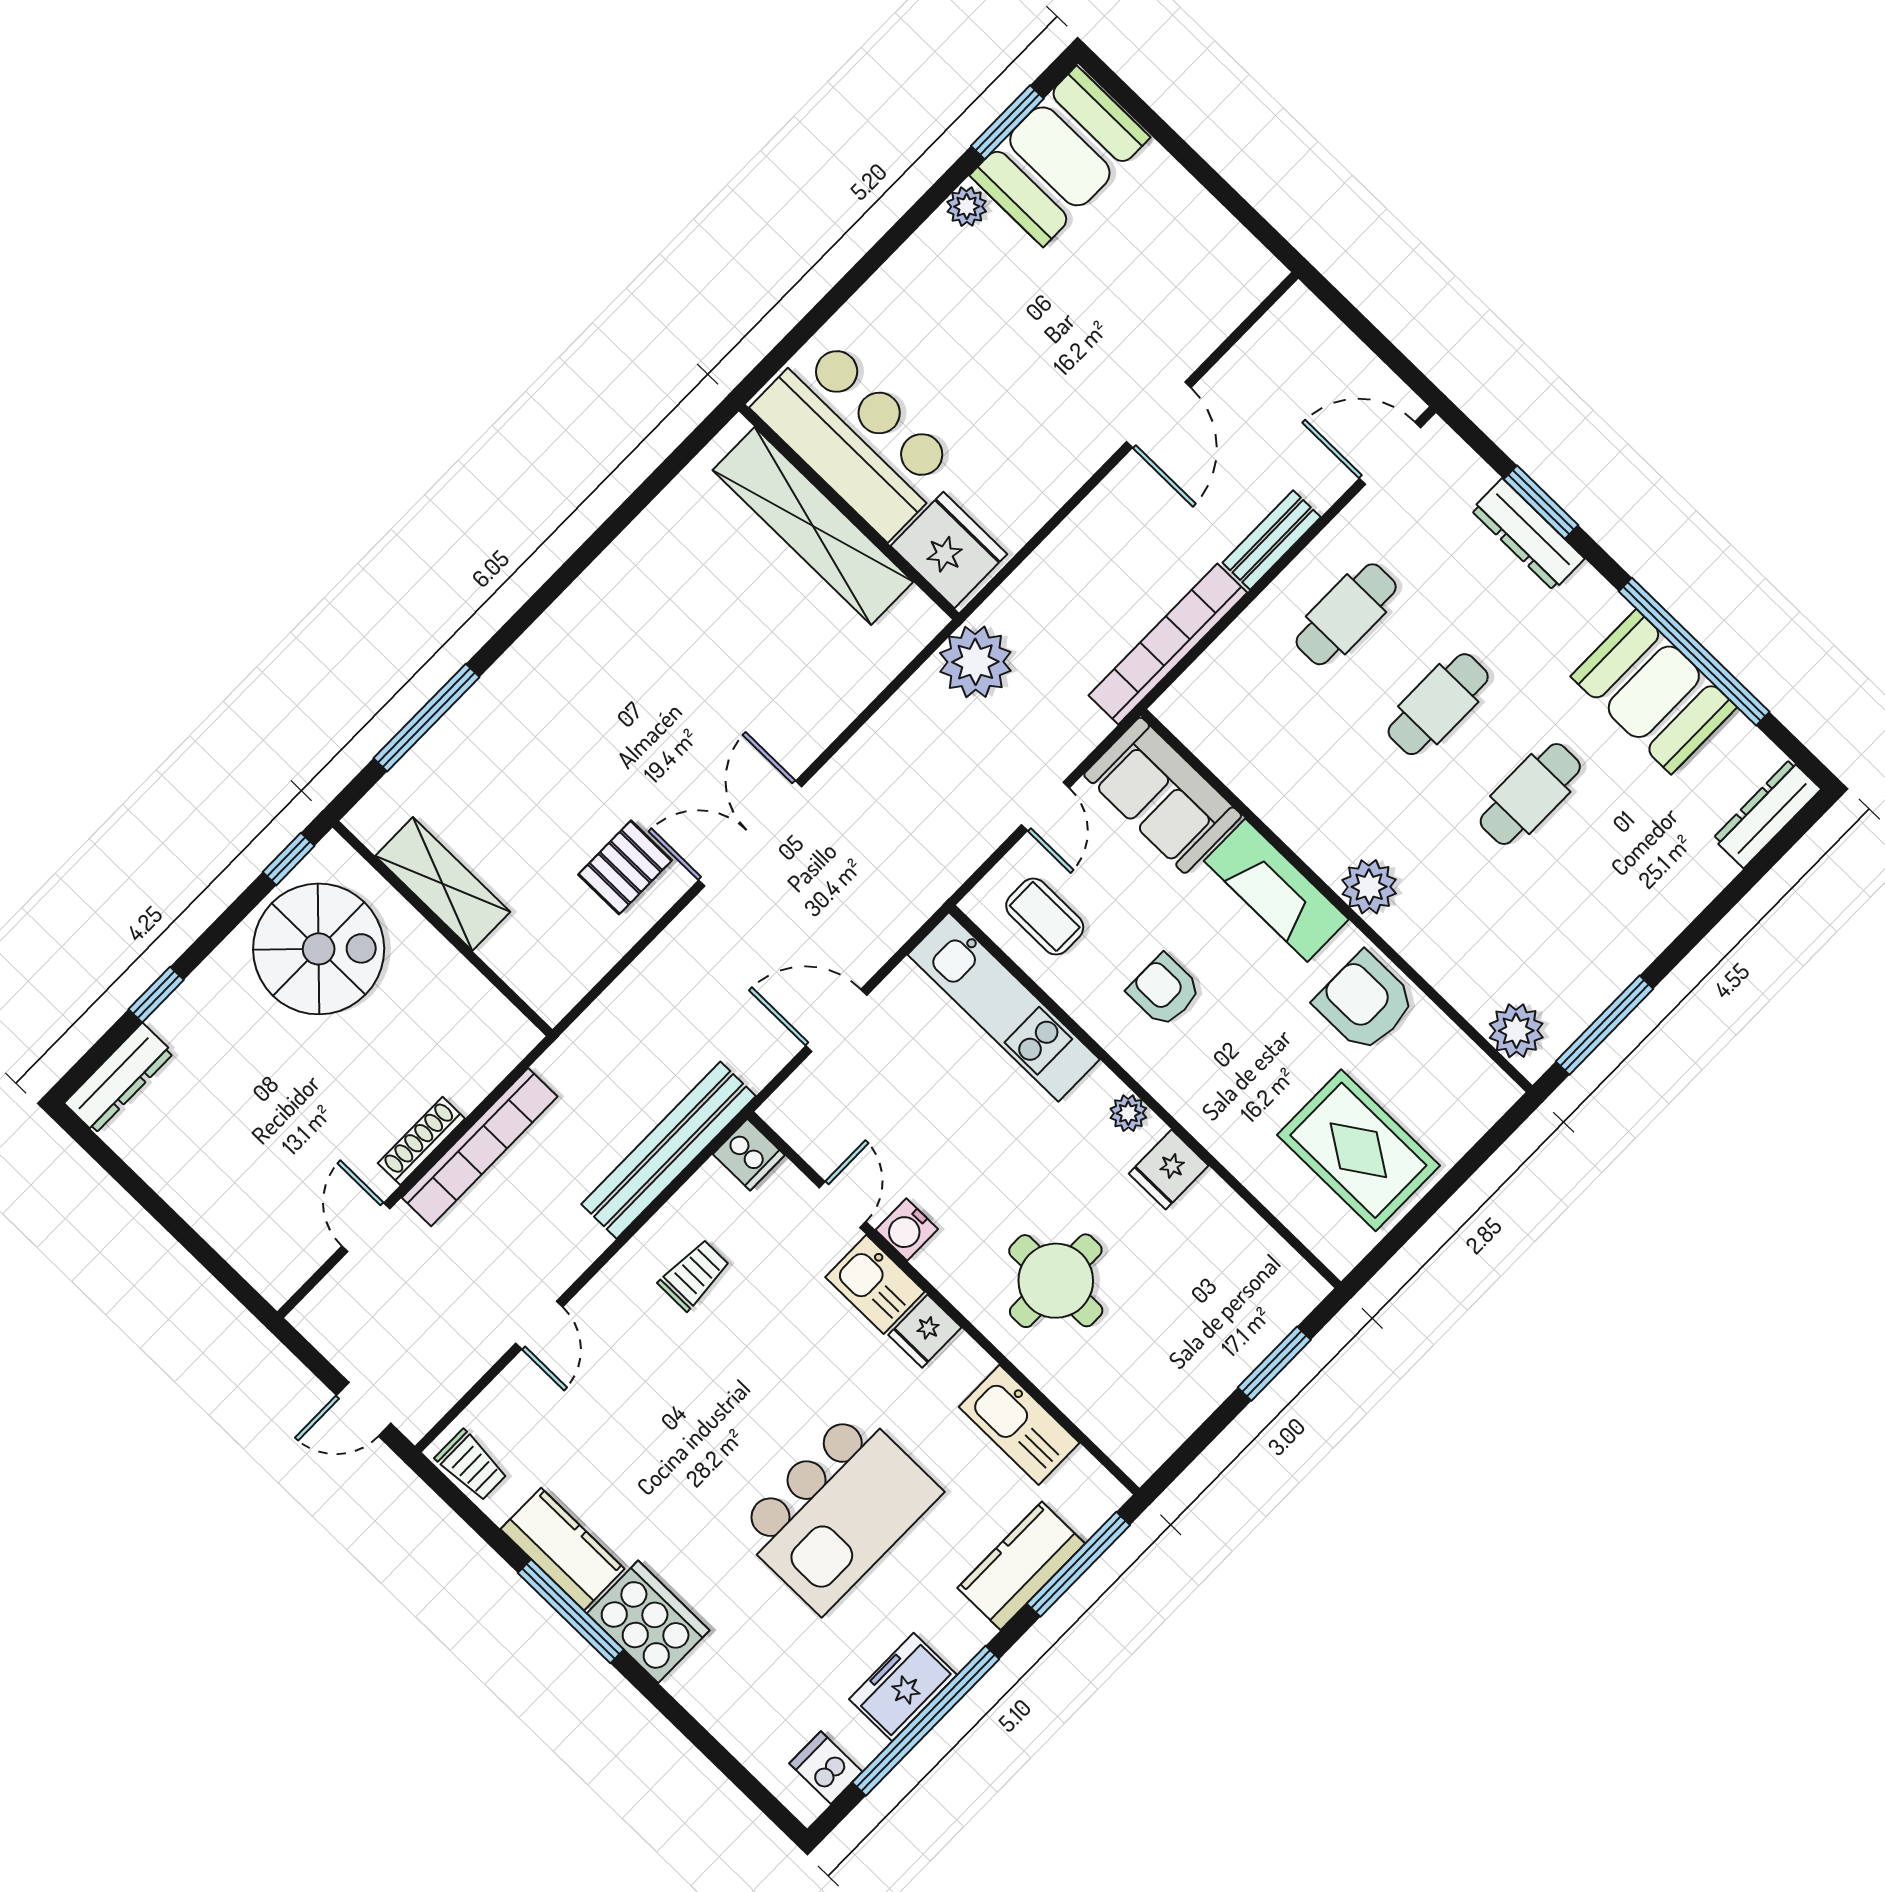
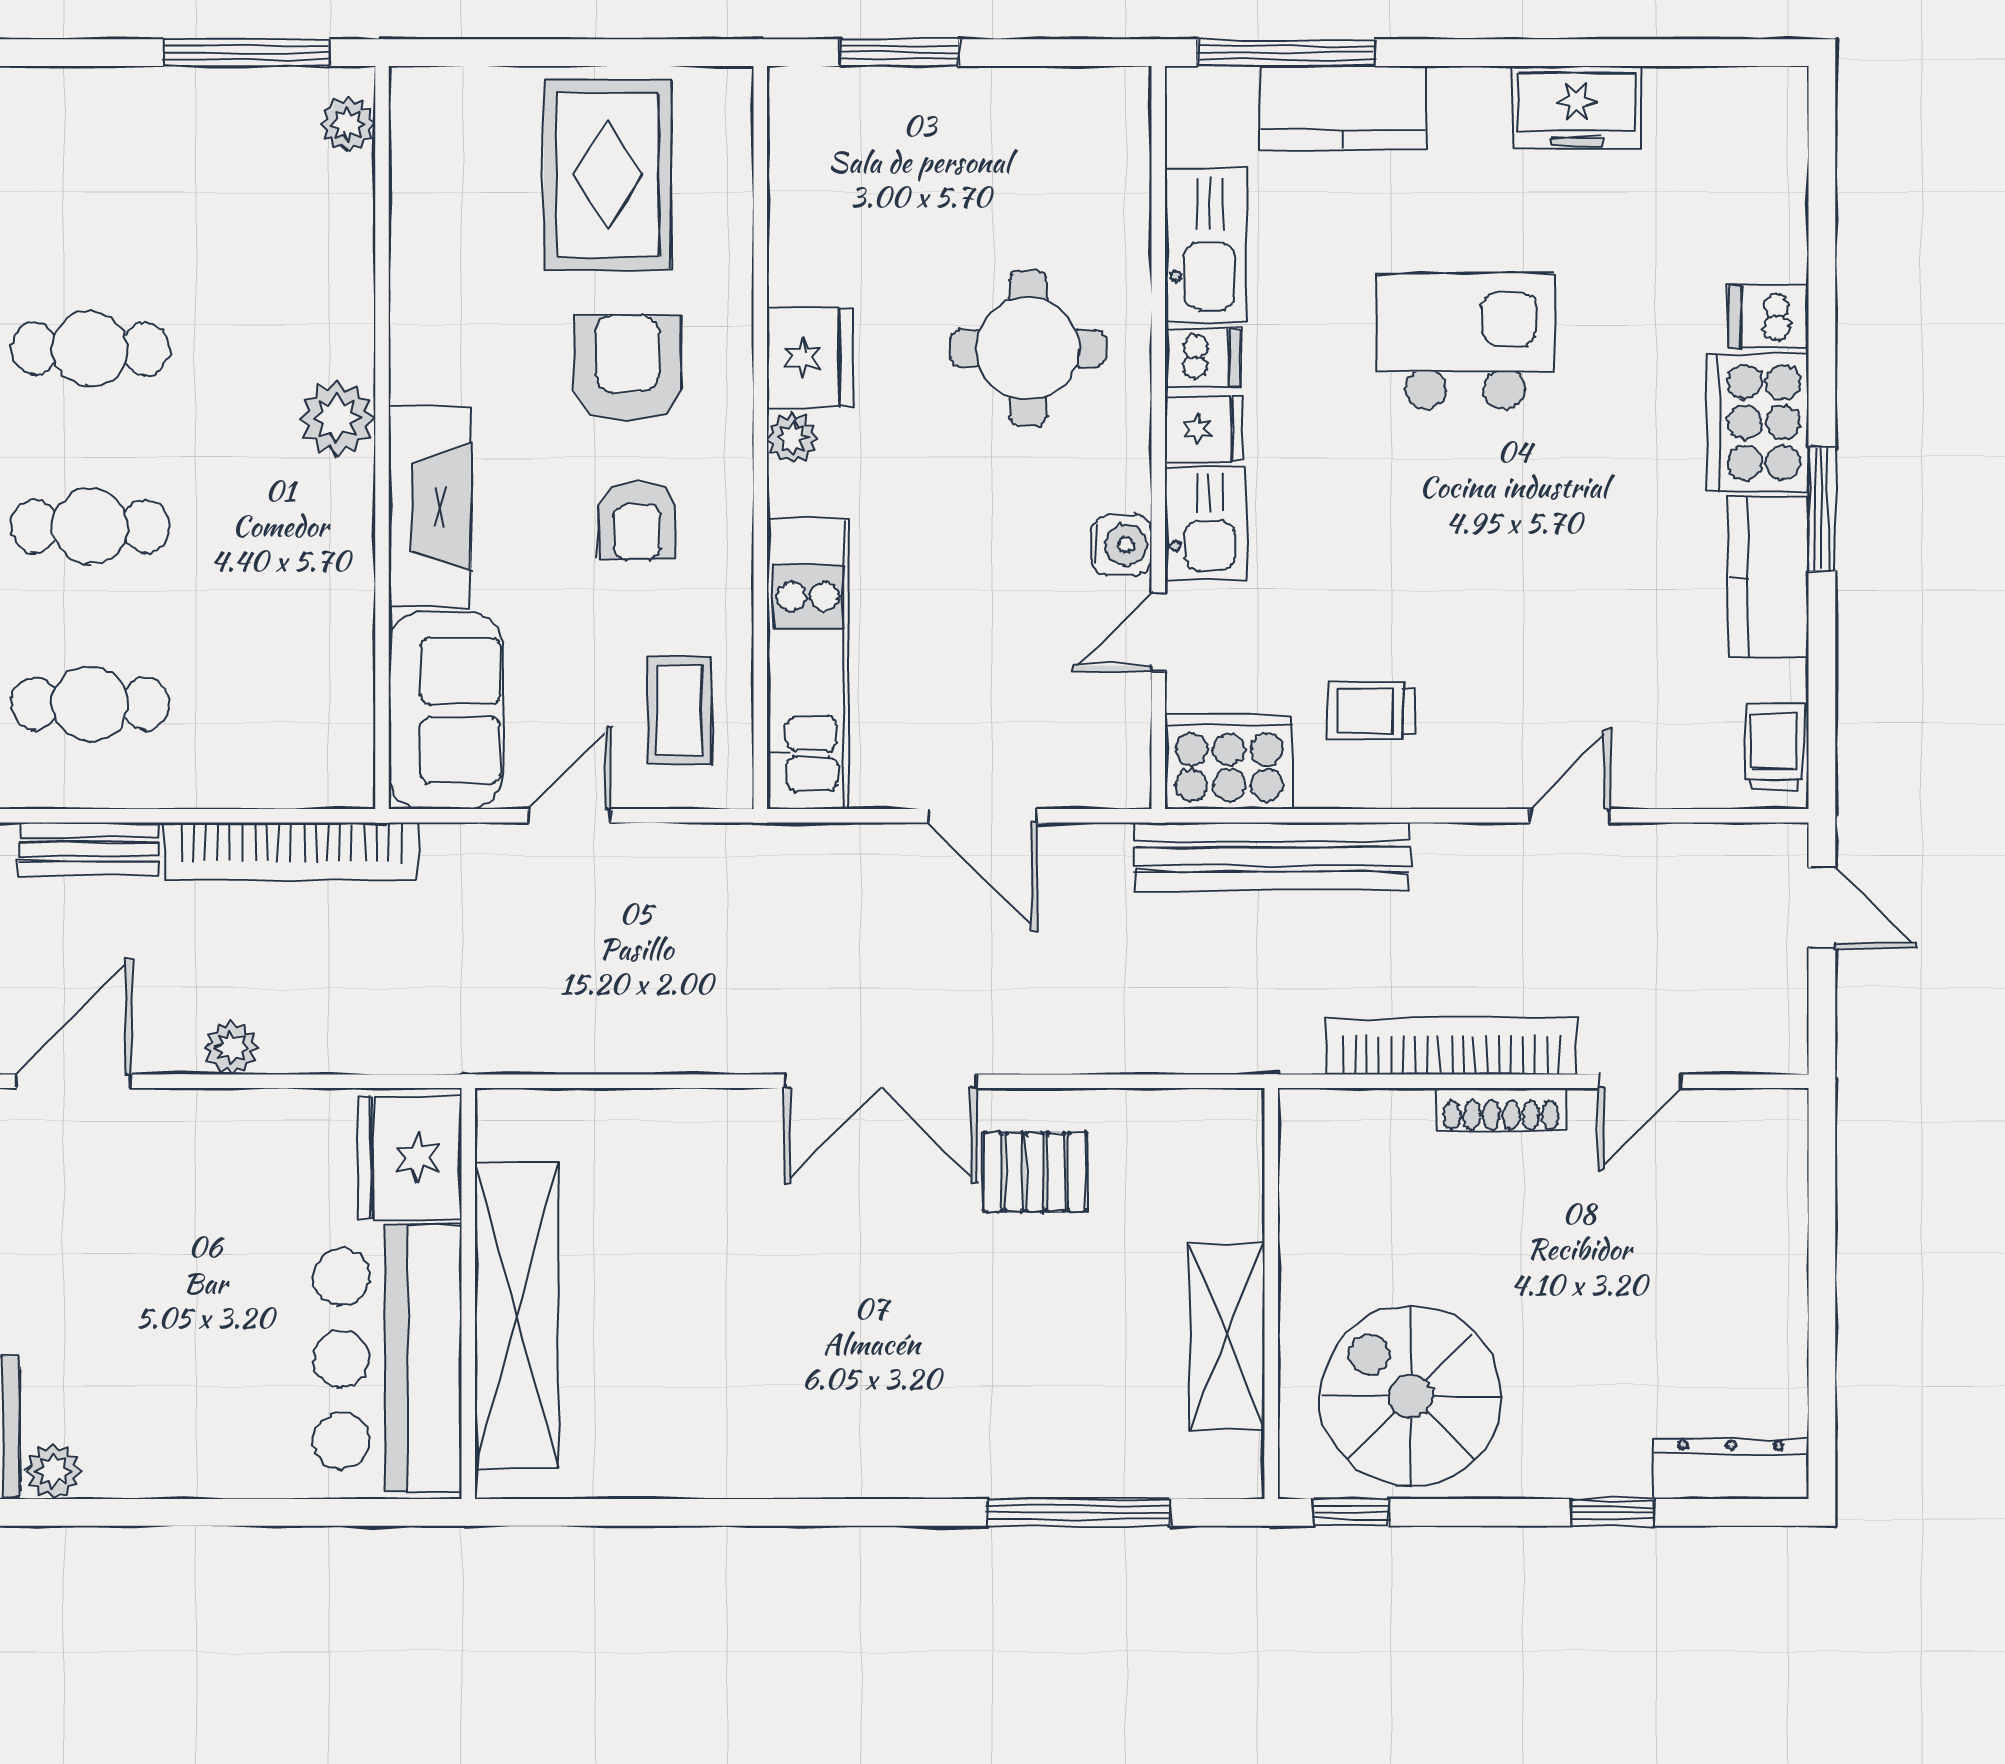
plant: (975, 662) -> (231, 1048), moved, width x0.53, depth x0.53
armchair: (1365, 1002) -> (627, 368), moved, turned 180
plant: (1516, 1031) -> (348, 124), width x0.73, depth x0.73
cooker: (749, 1155) -> (1229, 762), width x1.87, depth x1.31
fridge: (1169, 1170) -> (809, 358), width x1.38
dishwasher: (963, 1367) -> (1203, 357), added
kitchen island: (838, 1511) -> (1465, 341), width x0.73, depth x0.78
window: (571, 1611) -> (1822, 509), width x0.69
window: (926, 1721) -> (1588, 53), removed
dishwasher: (826, 1768) -> (1768, 317), moved, turned 90

